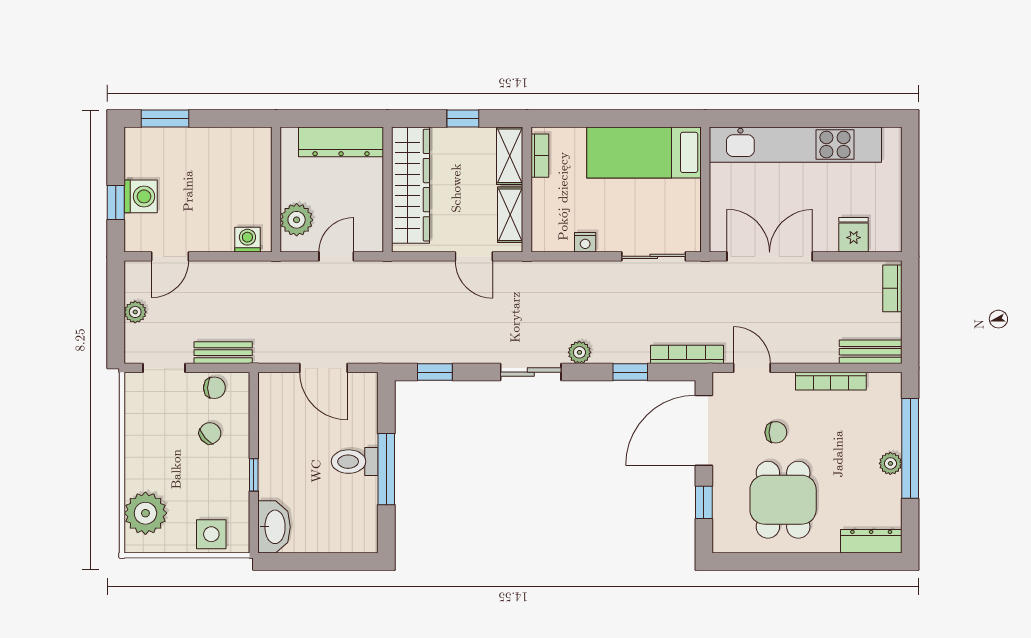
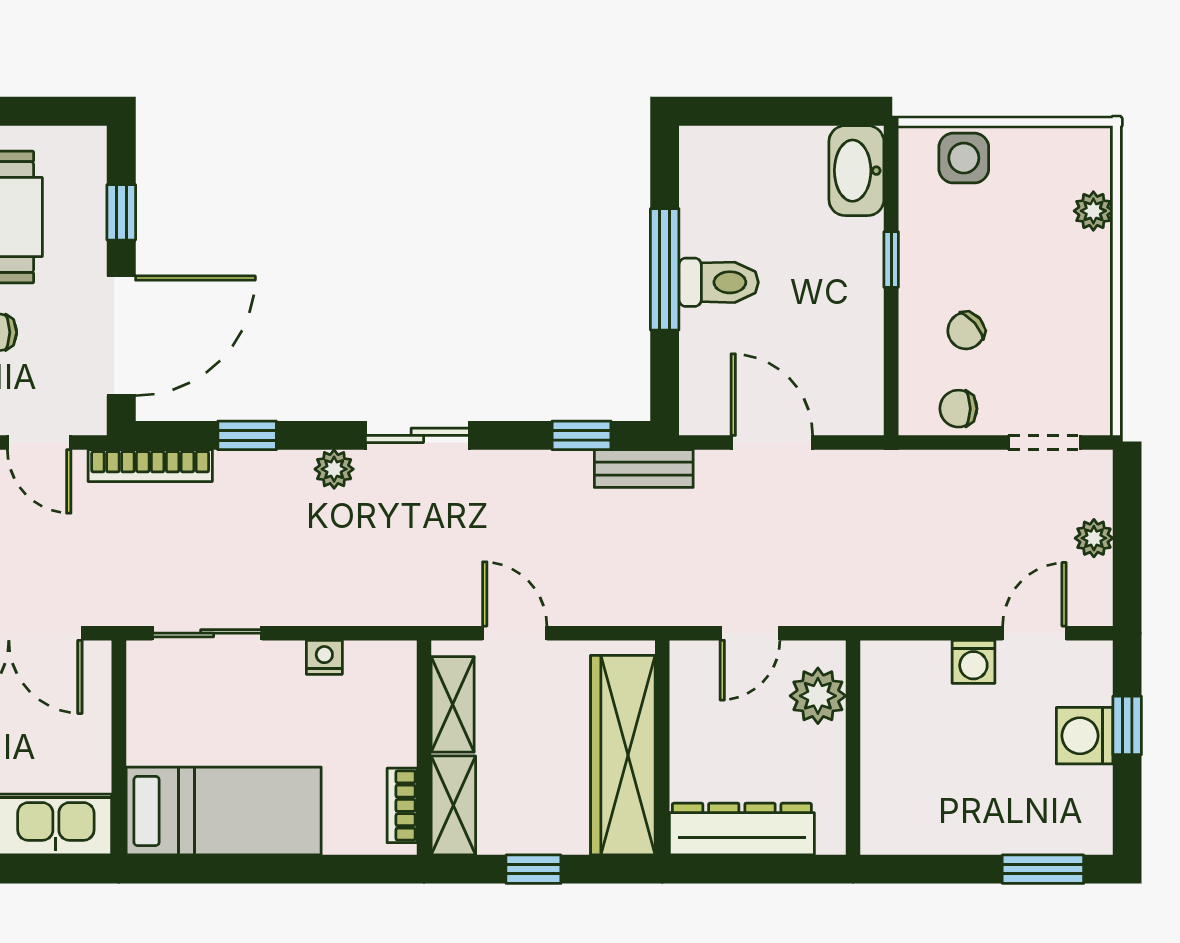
washing machine: (247, 240) -> (973, 662), moved
bench: (223, 353) -> (644, 469), moved
plant: (145, 513) -> (1093, 211), width x0.53, depth x0.53

